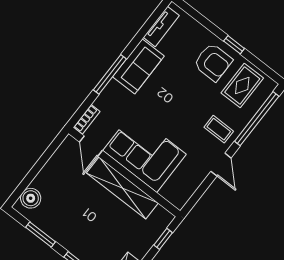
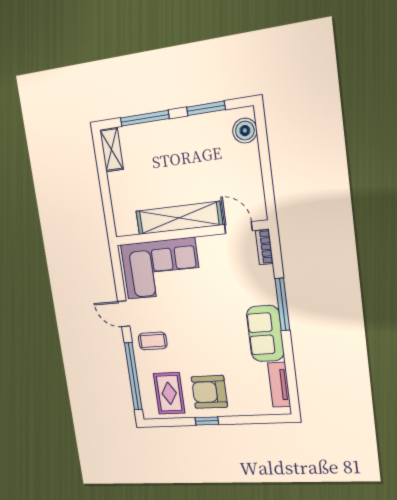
corner sofa: (145, 152) -> (161, 268), moved
window: (163, 239) -> (108, 209), removed

